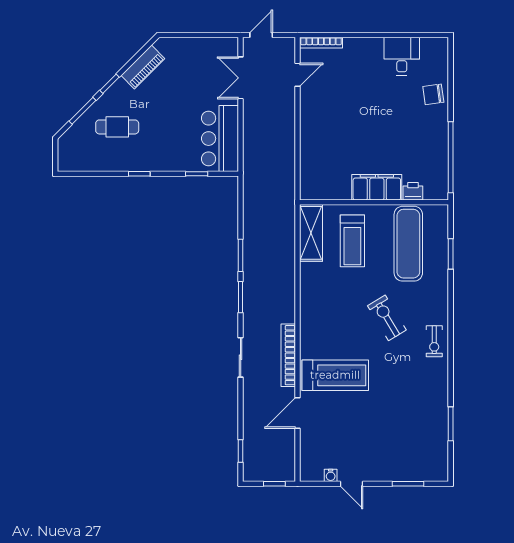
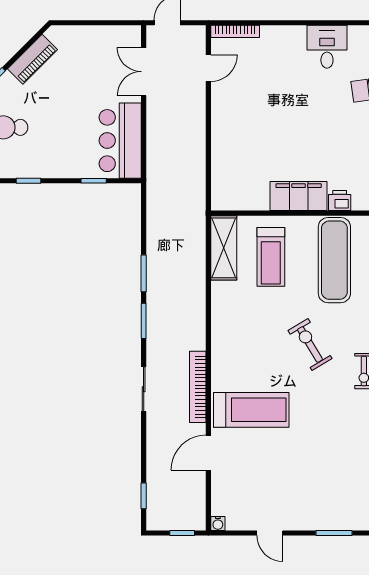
water cooler: (331, 475) -> (218, 523), moved

